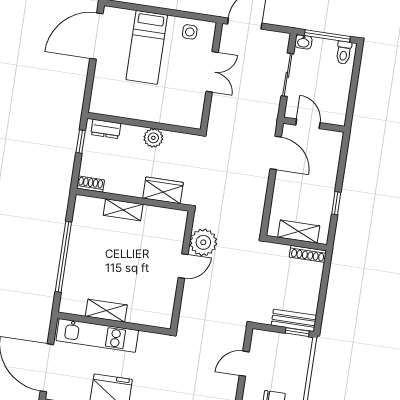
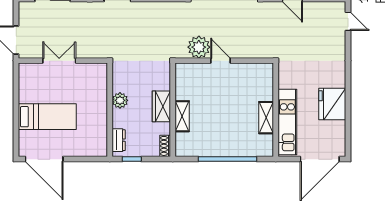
side table: (190, 32) -> (29, 84), removed
wardrobe: (163, 190) -> (161, 106), moved

